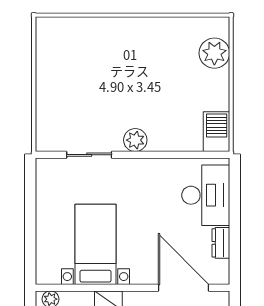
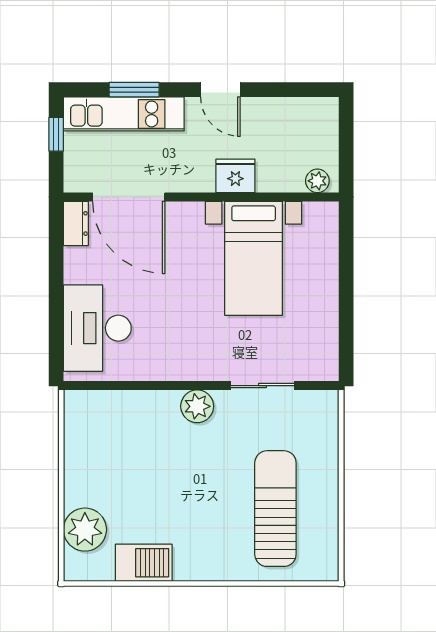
sun lounger: (80, 68) -> (275, 509), added
barbecue: (217, 132) -> (144, 563), moved, turned -90
dresser: (221, 243) -> (76, 223), moved

